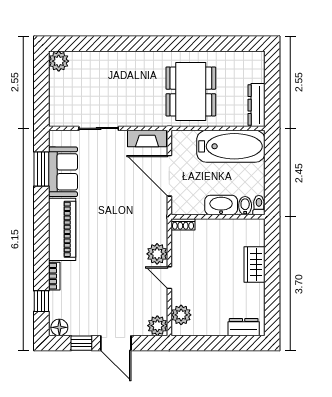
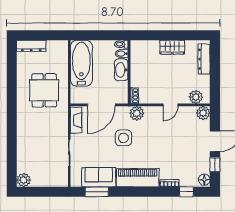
dining table: (191, 91) -> (44, 90), width x0.73
dresser: (256, 105) -> (31, 46), moved
side table: (121, 208) -> (124, 138), added
plant: (157, 254) -> (137, 113), moved
wardrobe: (255, 265) -> (172, 47), moved
dresser: (244, 327) -> (204, 59), width x1.44

